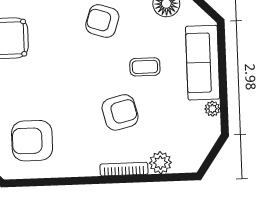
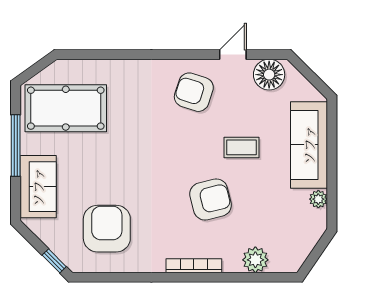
armchair: (32, 141) -> (107, 229), turned 90
bookcase: (124, 169) -> (194, 266), moved

